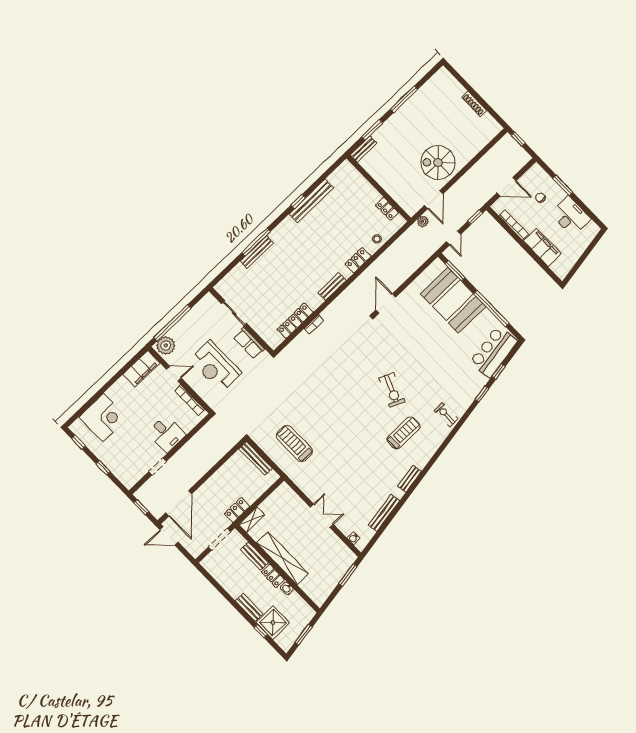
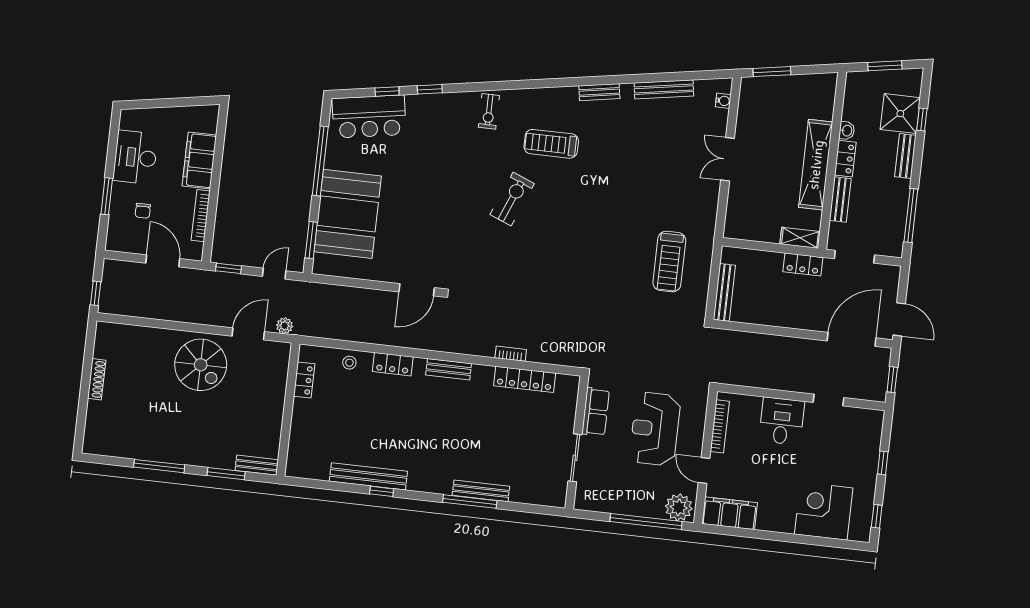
reception desk: (215, 366) -> (655, 429), turned 180
window: (217, 585) -> (911, 216), added

